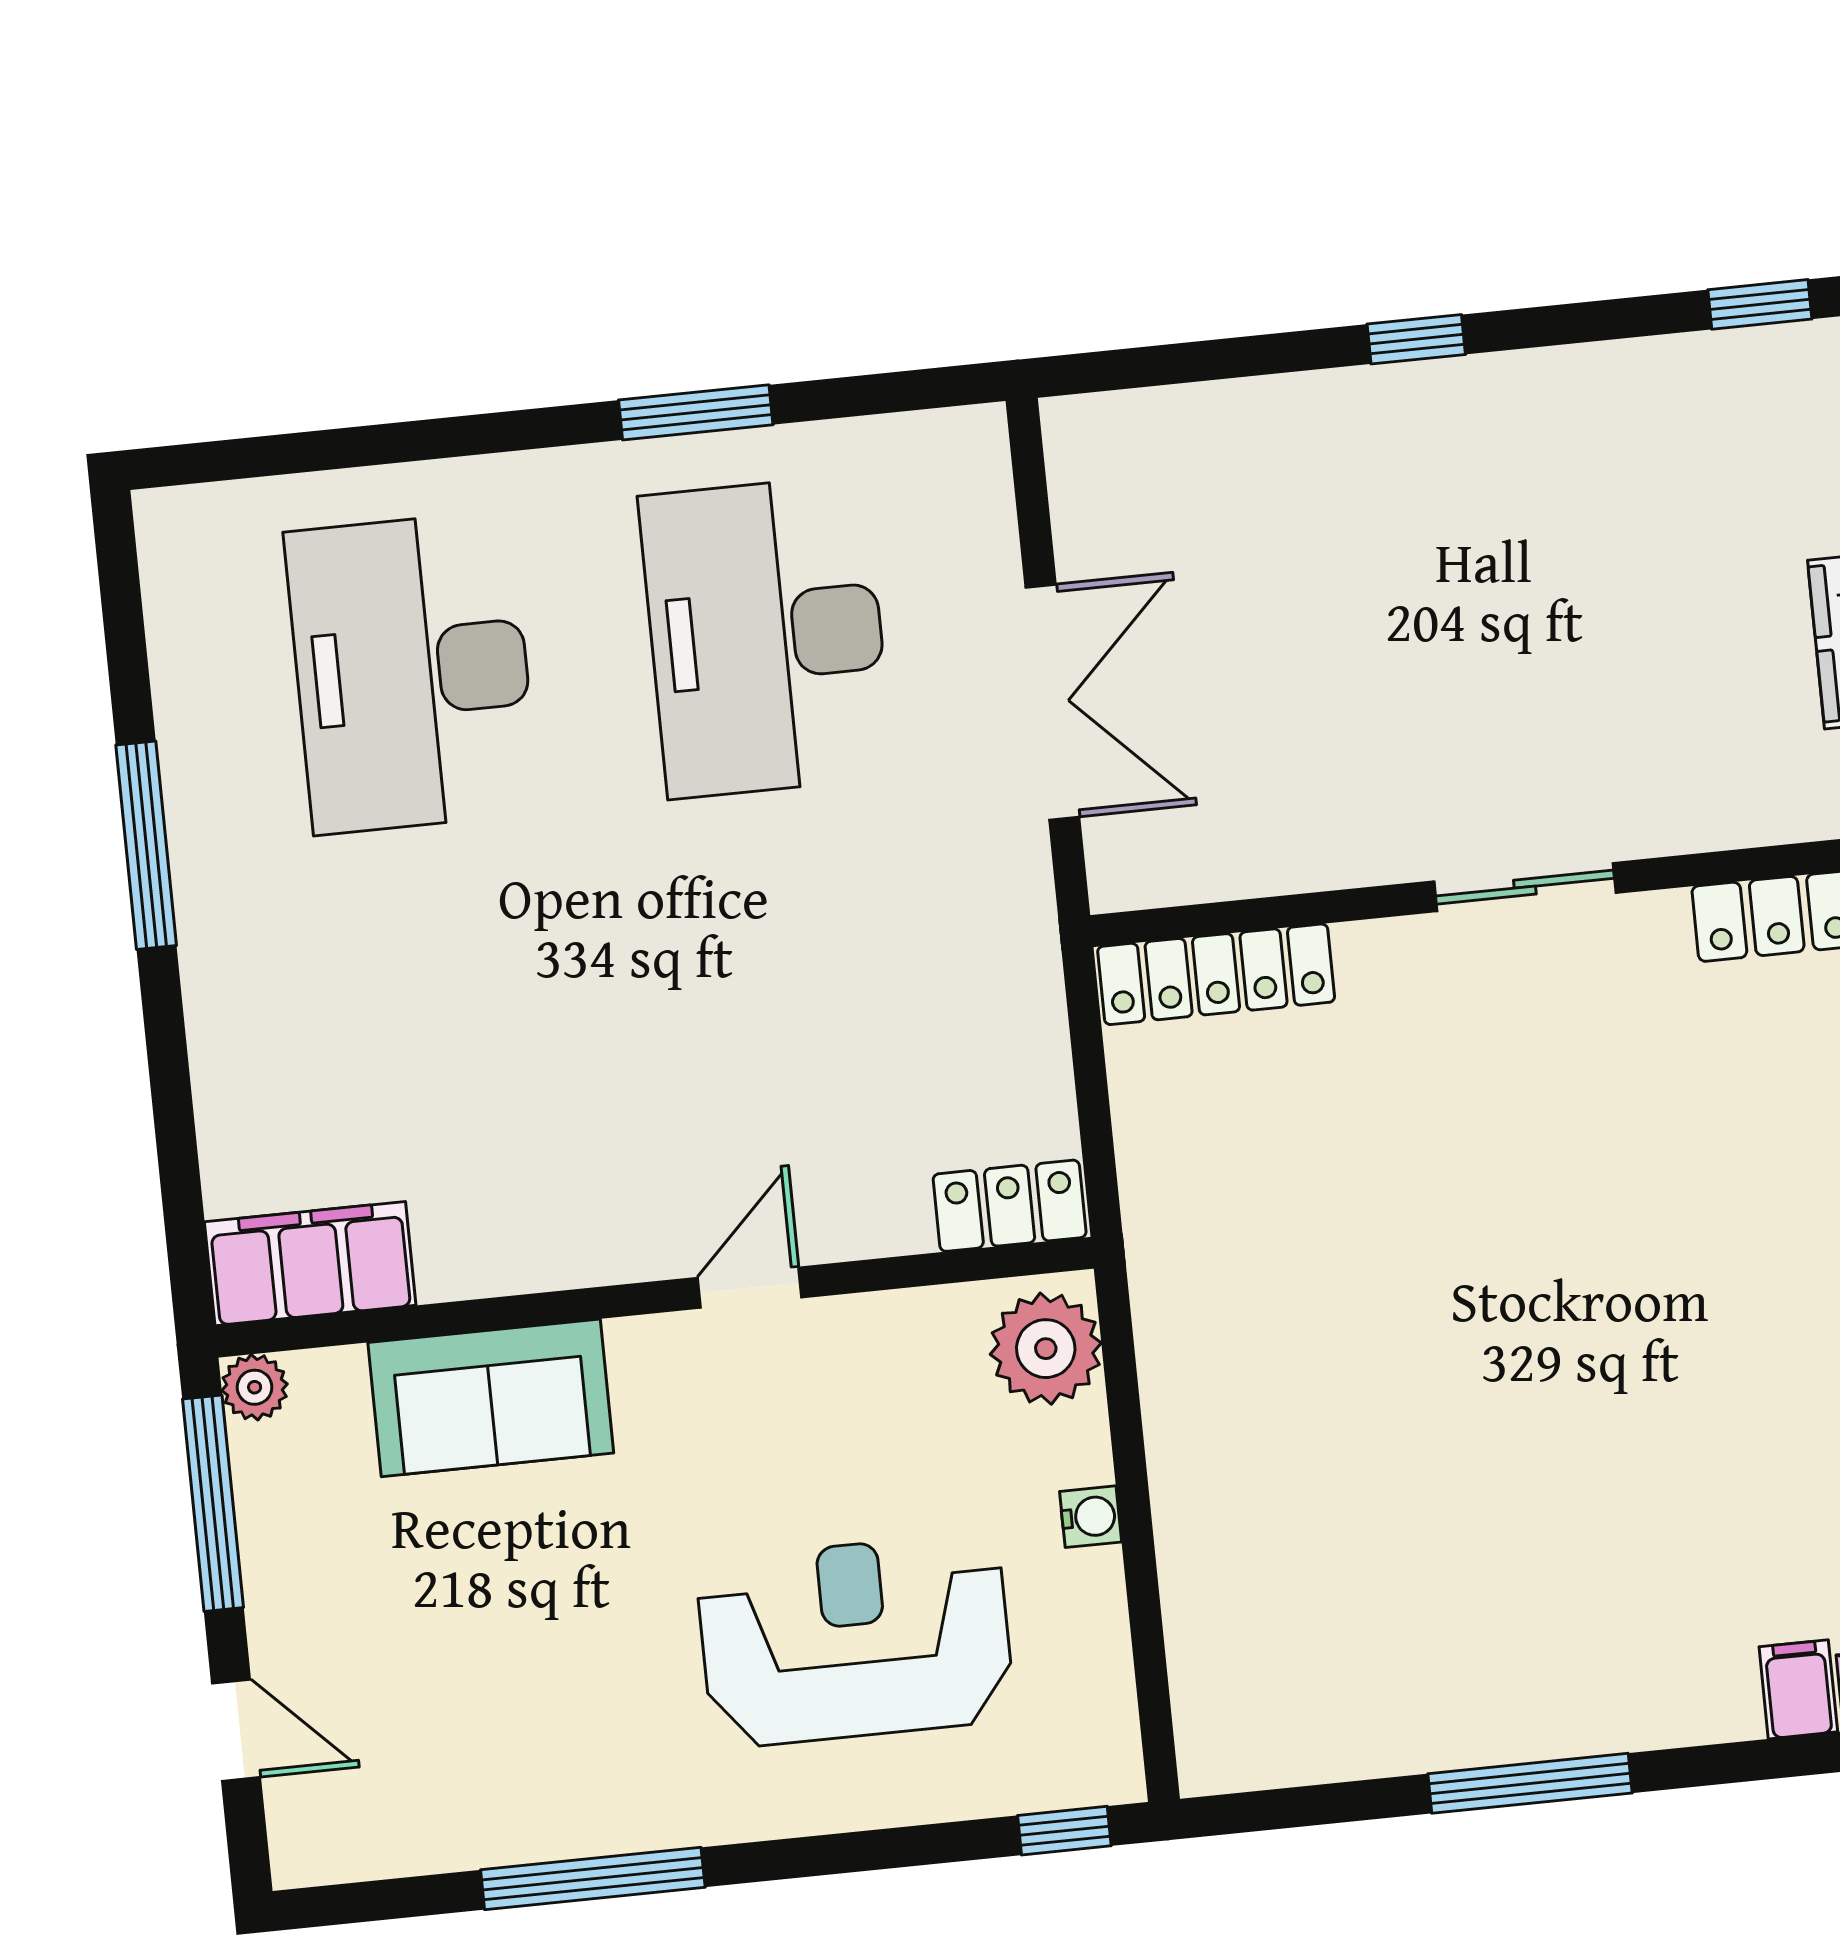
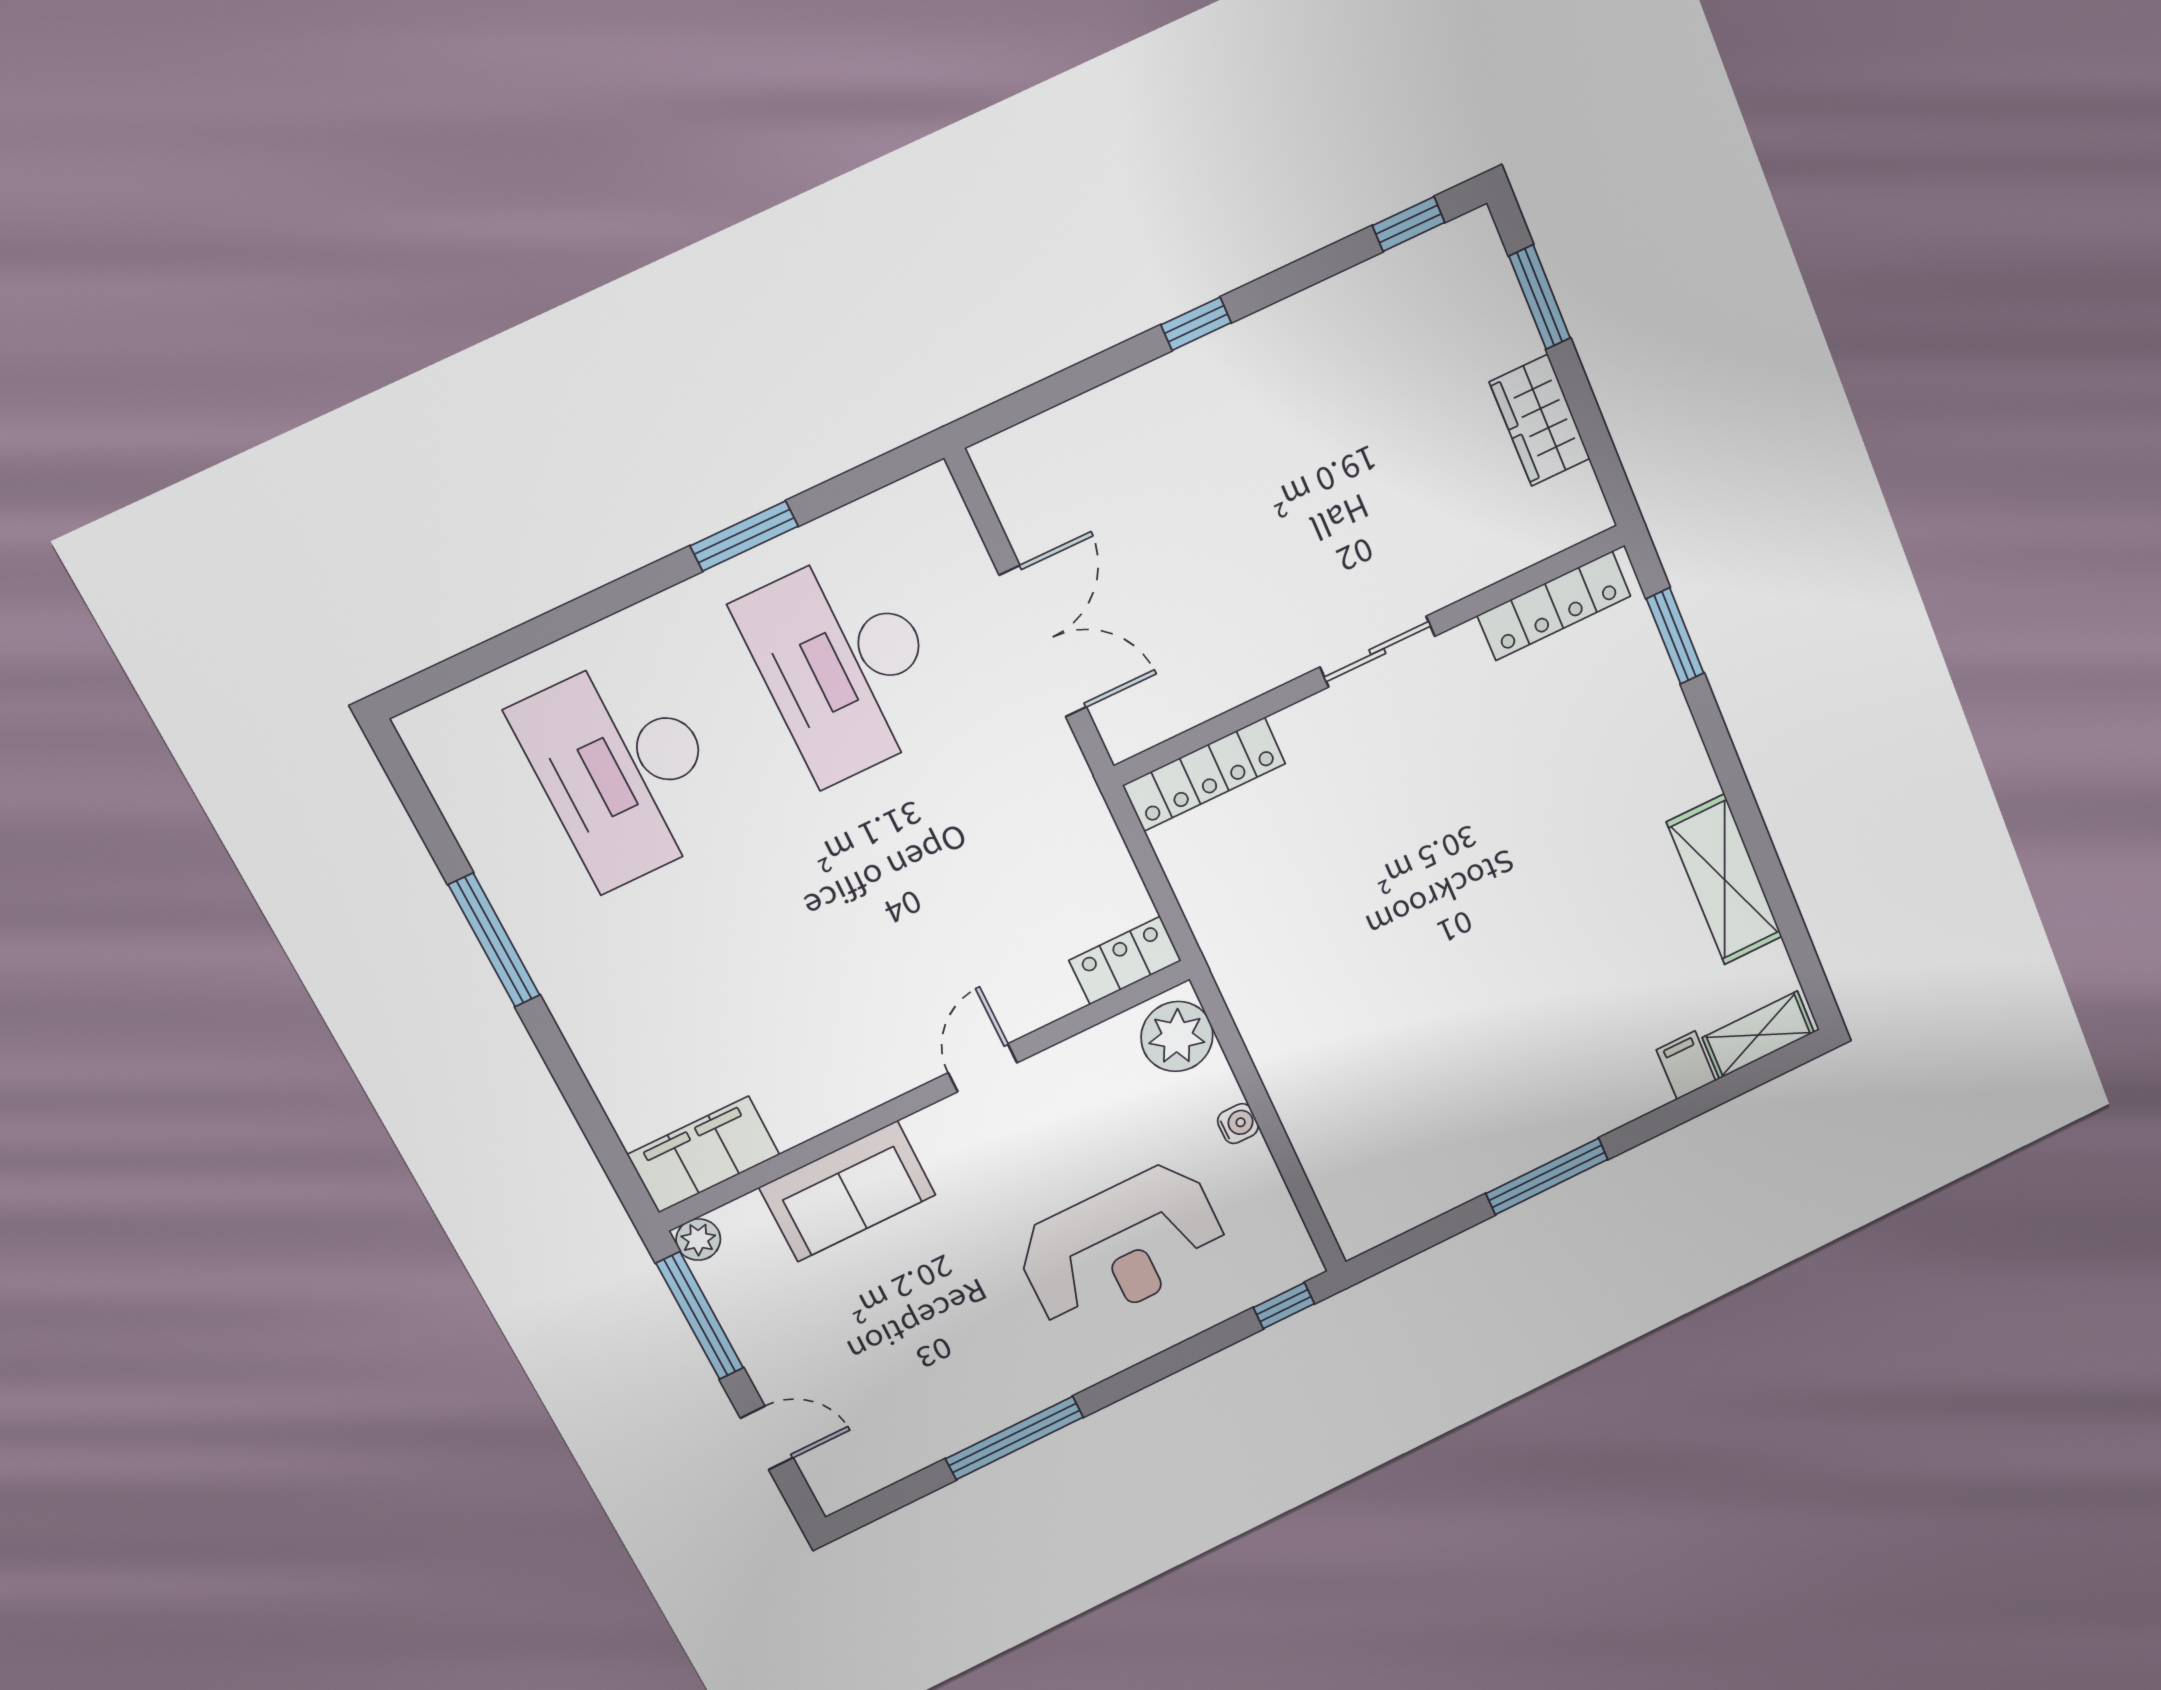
reception desk: (855, 1640) -> (1122, 1247), turned 180

